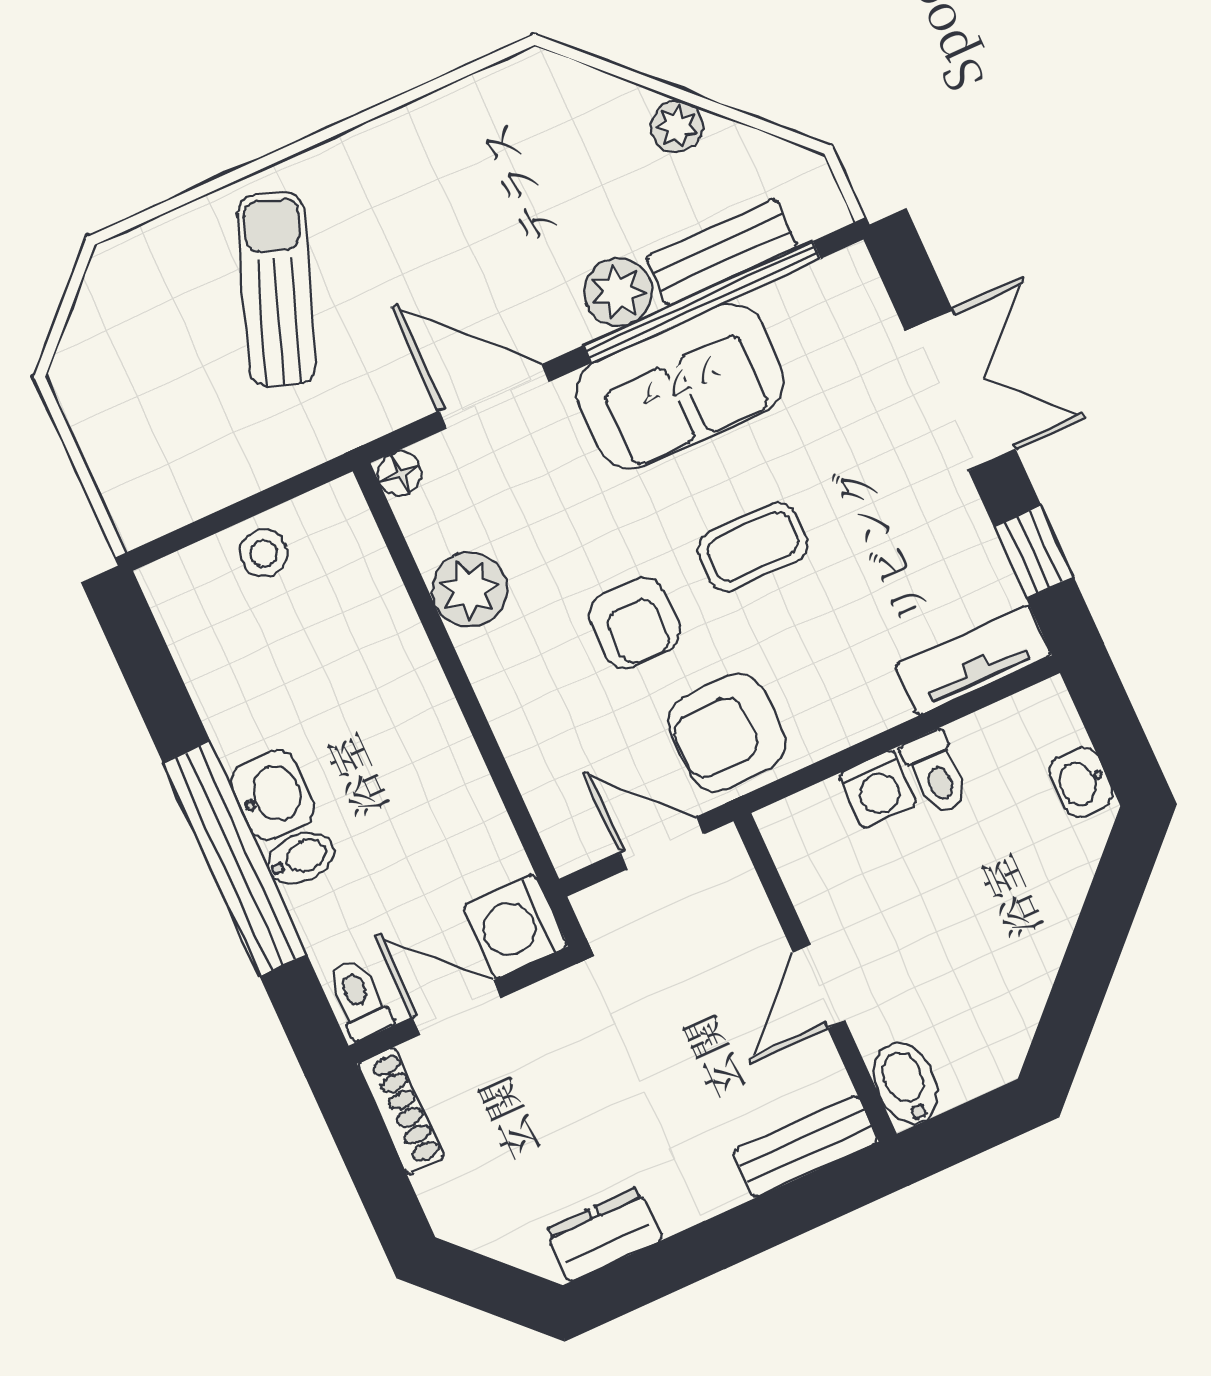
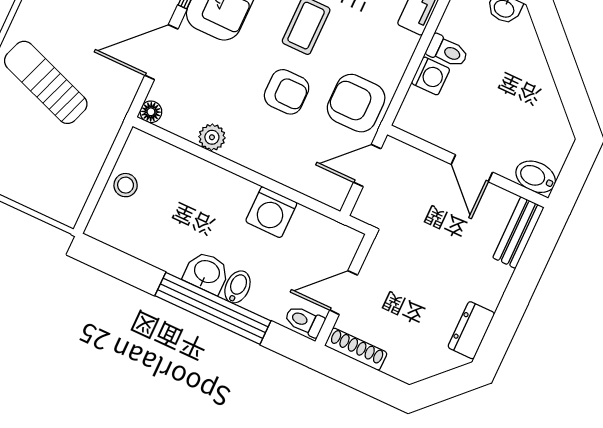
plant: (469, 590) -> (212, 137), width x0.73, depth x0.73
armchair: (727, 732) -> (356, 103), turned 91
washing machine: (515, 926) -> (271, 212), moved

